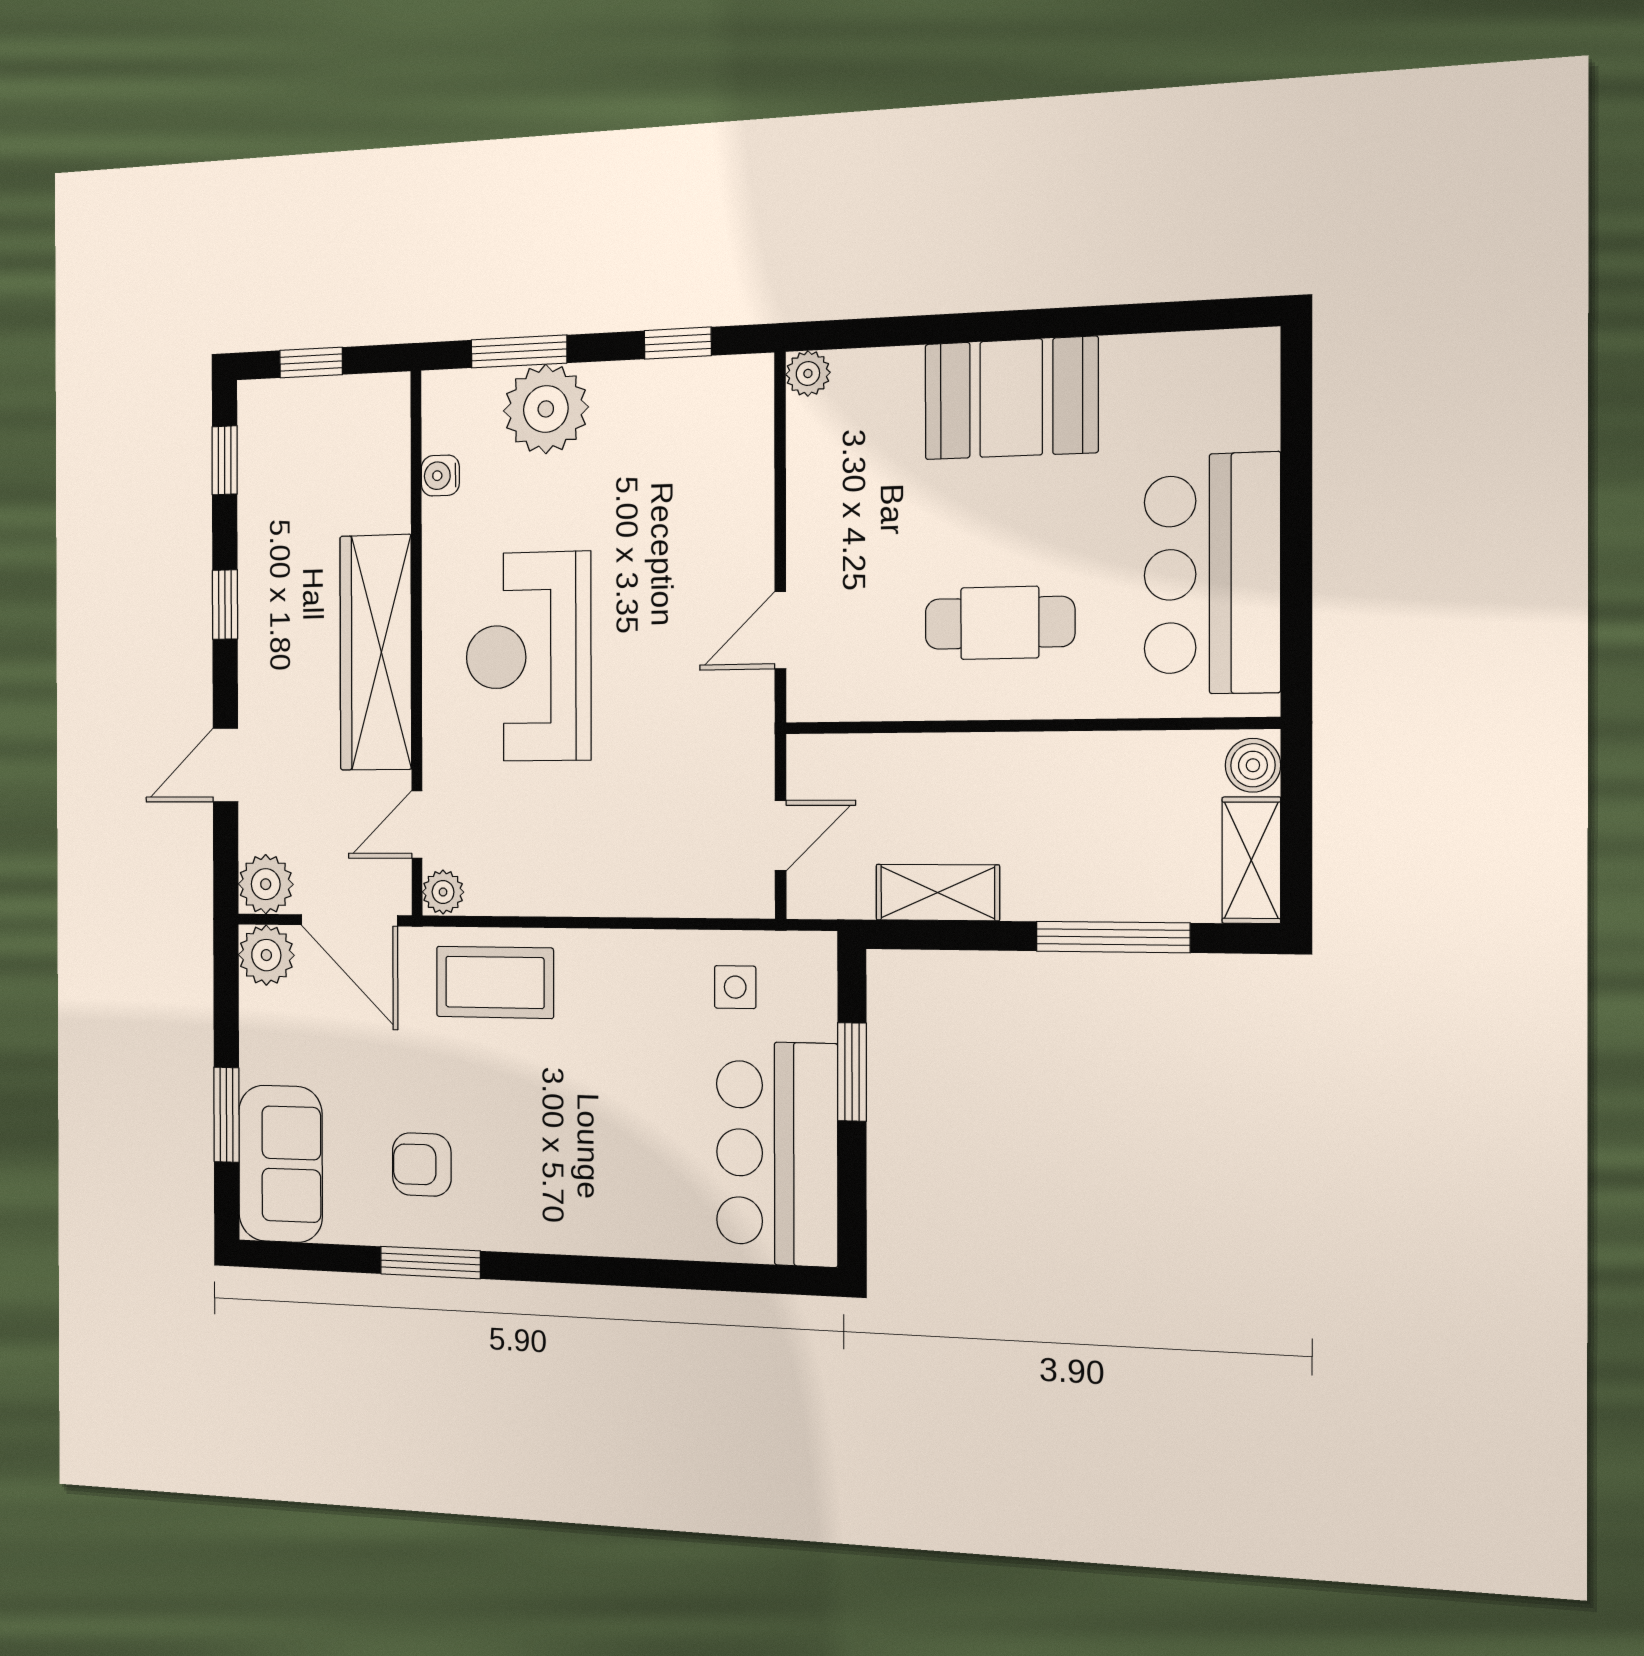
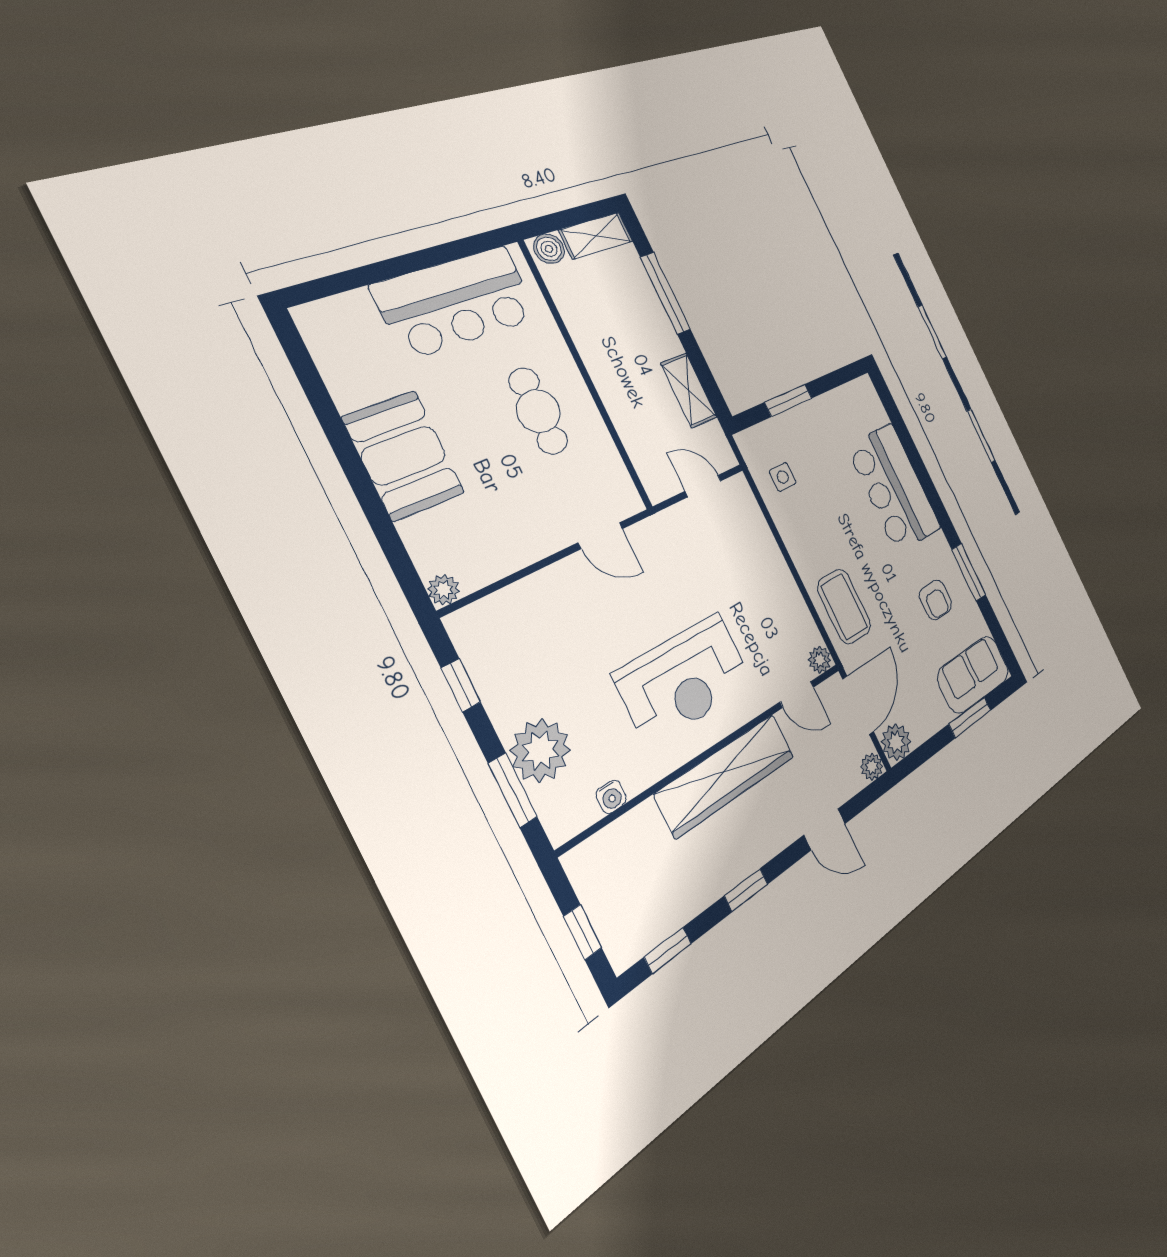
plant: (266, 884) -> (872, 767), width x0.73, depth x0.73
bar counter: (777, 1154) -> (894, 488), moved, turned 90

